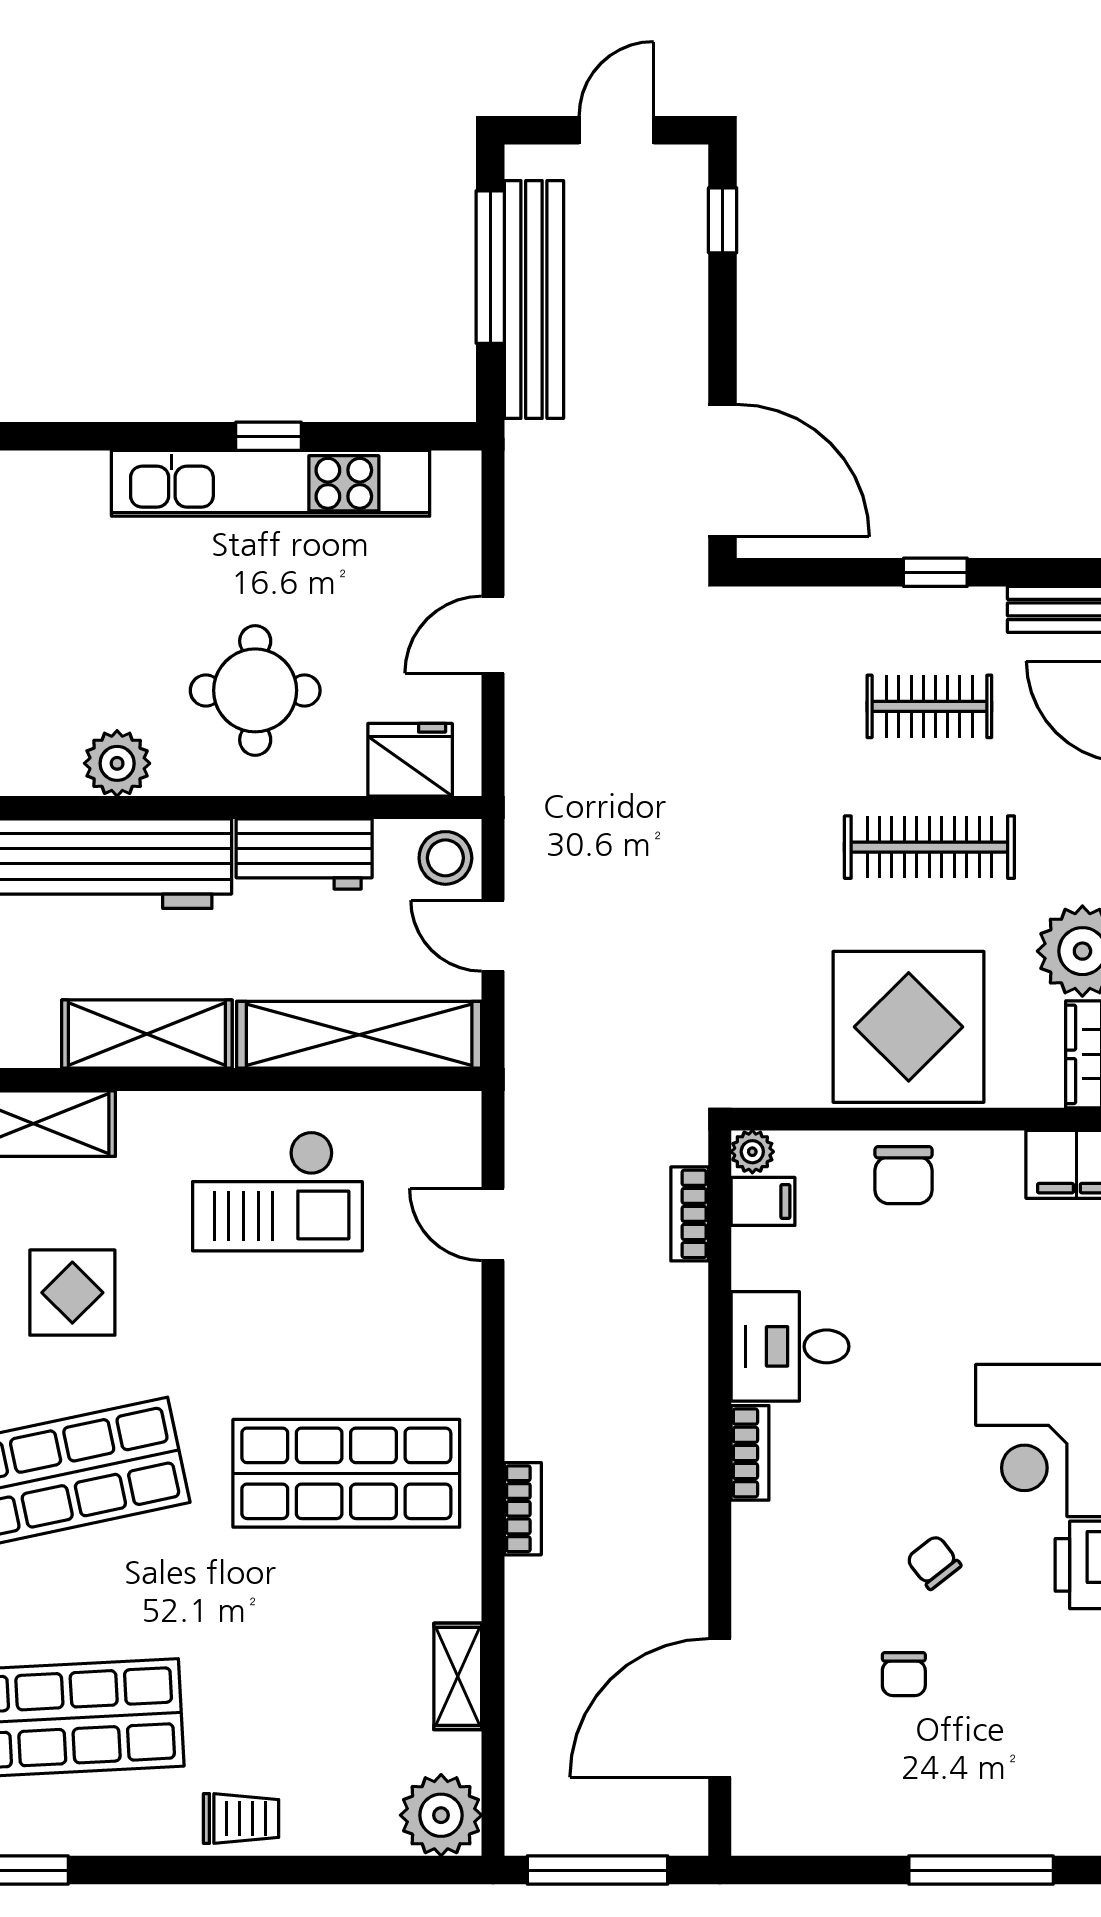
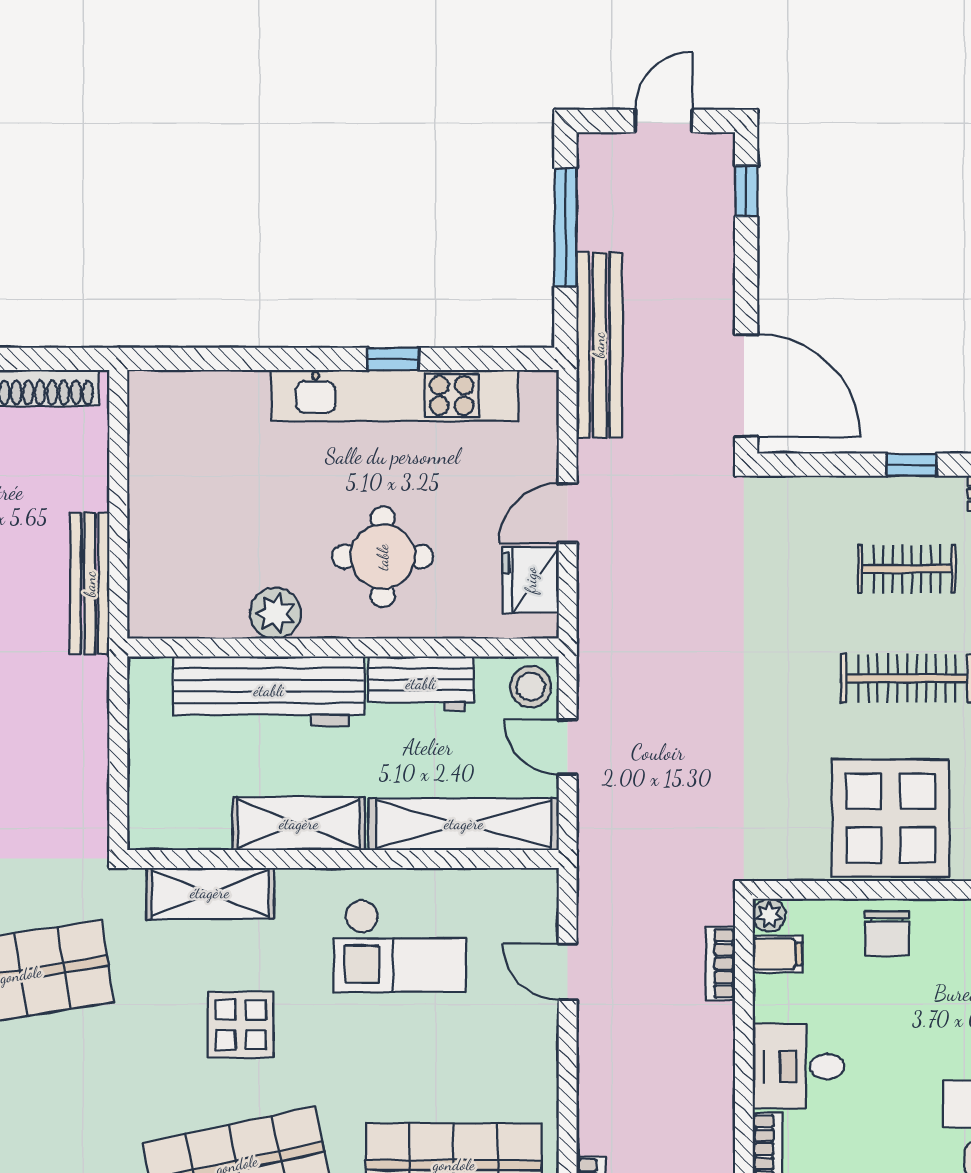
bench: (534, 300) -> (599, 345), moved
fridge: (410, 760) -> (531, 580), moved, turned -90

